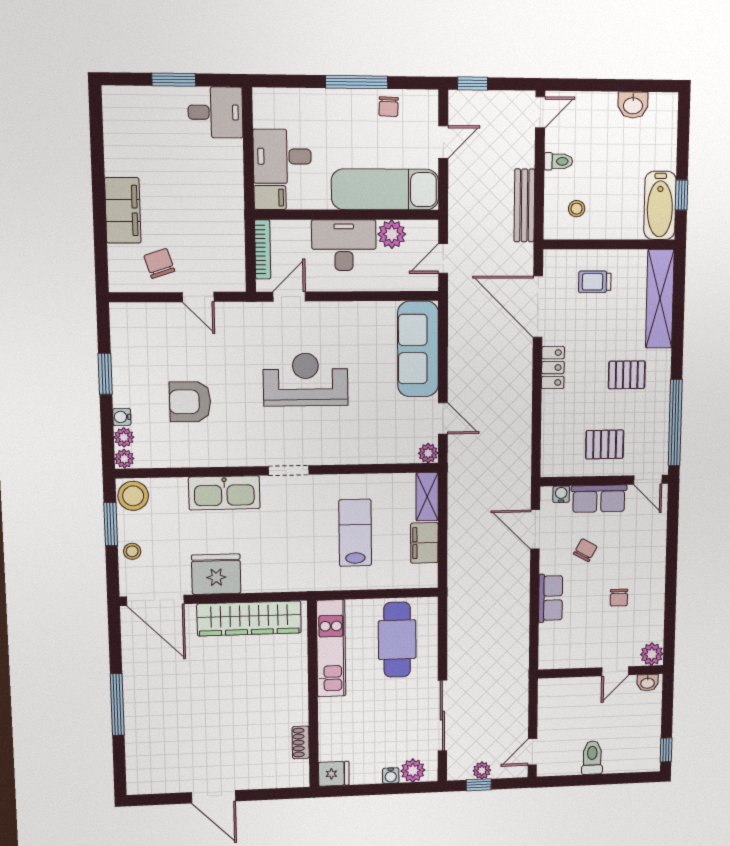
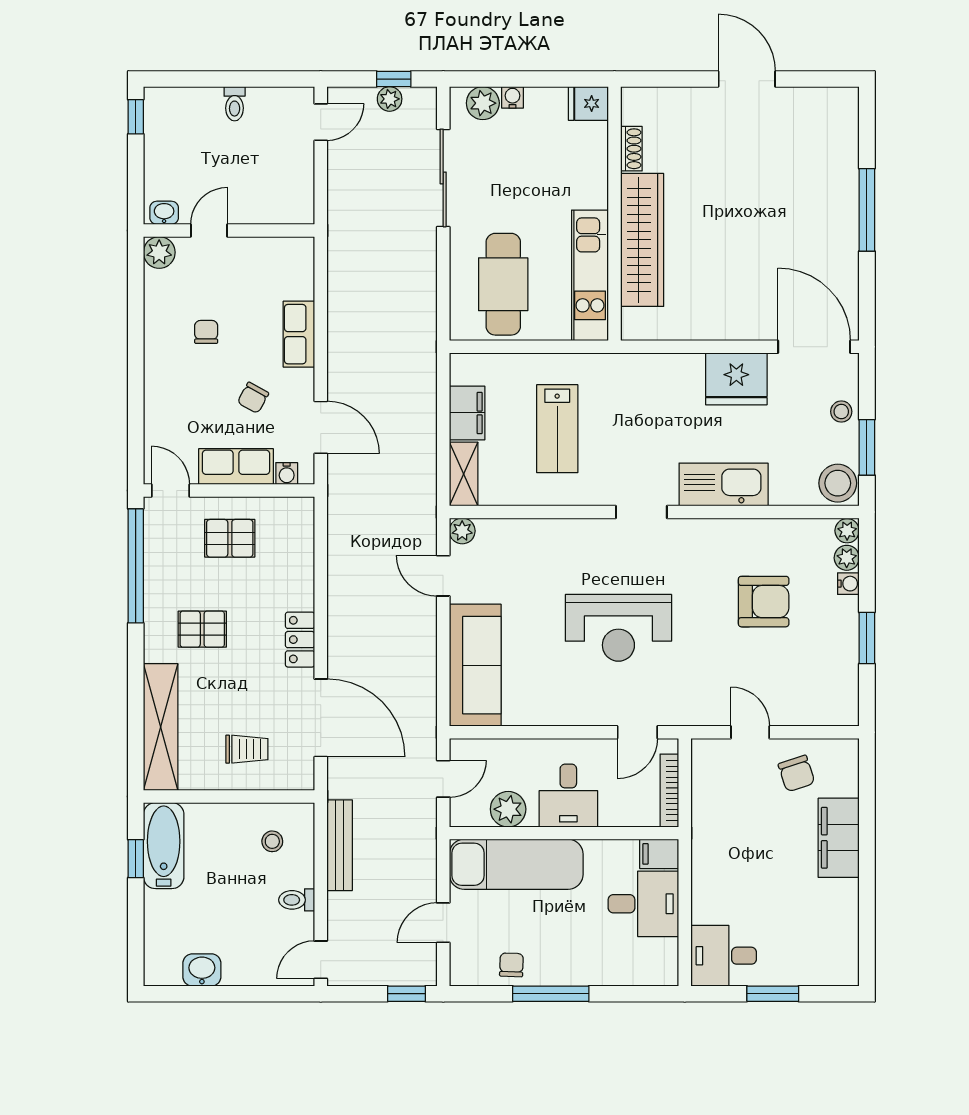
desk: (344, 245) -> (568, 796), width x0.73
wardrobe: (249, 618) -> (642, 240), moved, turned 90
toilet: (592, 758) -> (235, 104), width x0.73, depth x0.72

